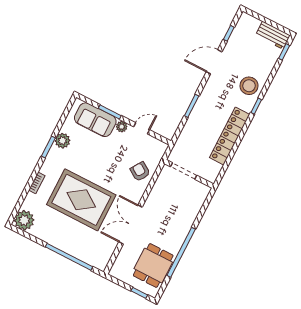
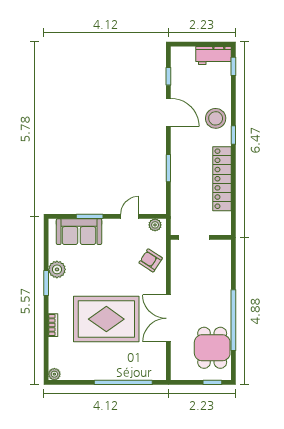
door: (214, 62) -> (168, 112), swing flipped
plant: (122, 127) -> (155, 225), moved
plant: (24, 220) -> (54, 374), width x0.53, depth x0.53

